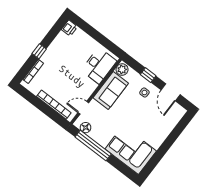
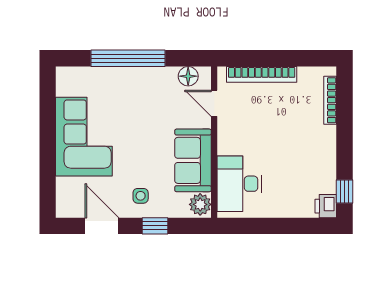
window: (39, 51) -> (344, 191), moved
door: (83, 108) -> (214, 103), swing flipped
window: (93, 145) -> (128, 58), moved
corner sofa: (131, 150) -> (84, 137), moved, turned -90

